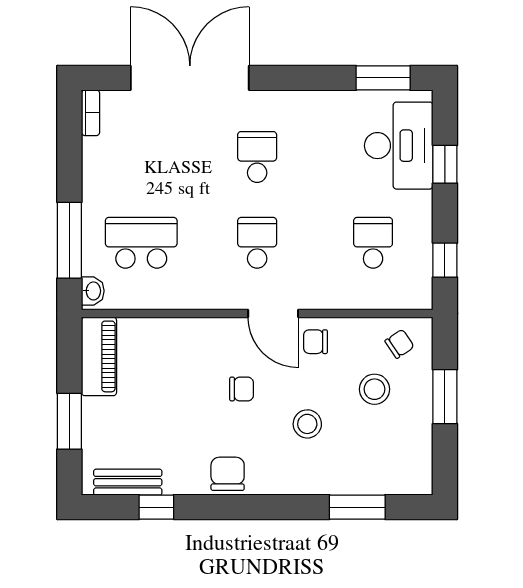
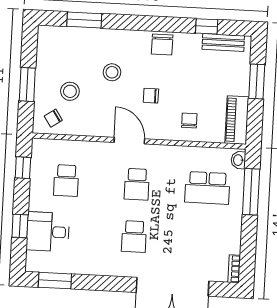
desk: (399, 146) -> (48, 232), width x0.73
chair: (315, 342) -> (189, 121), moved, turned -90

